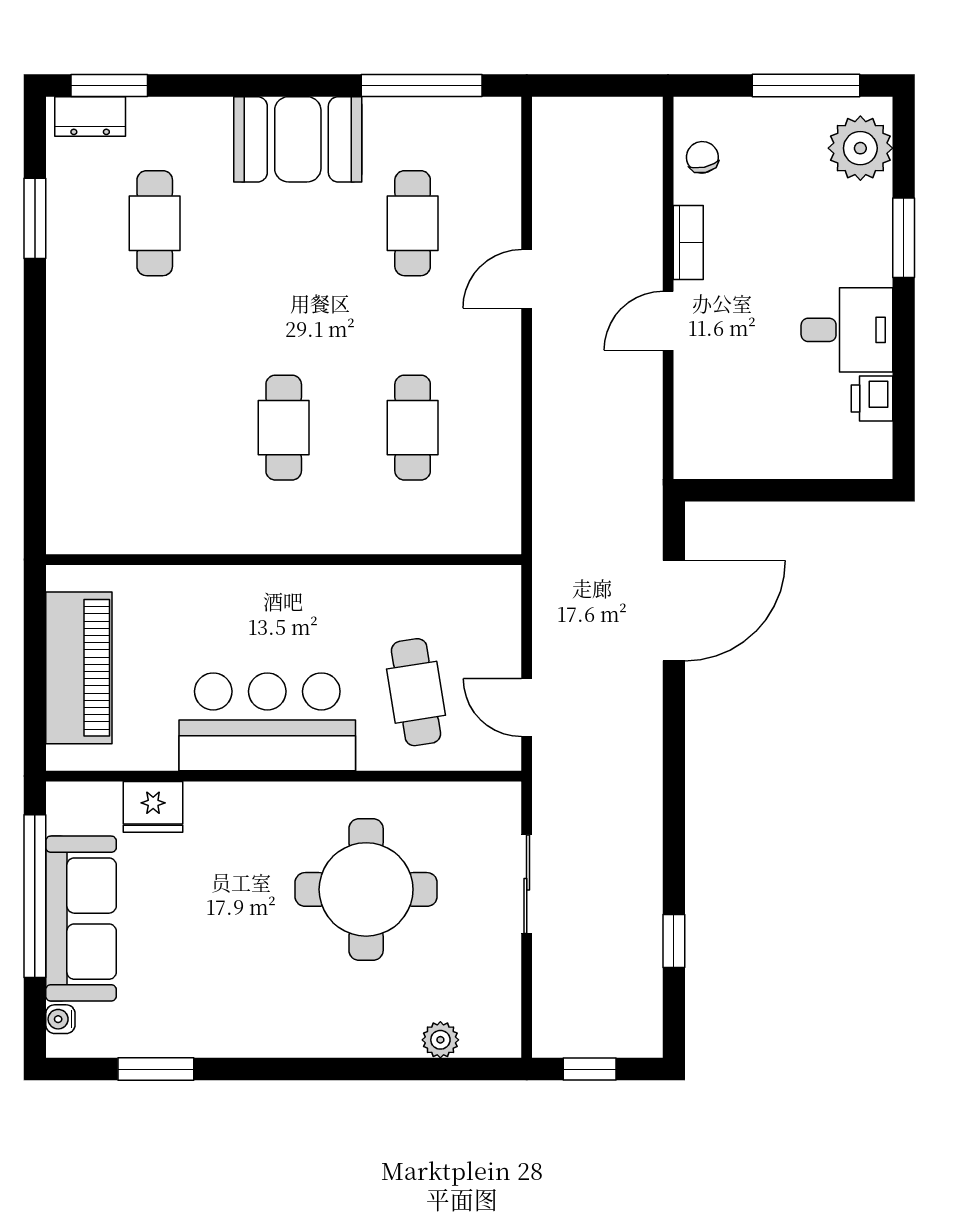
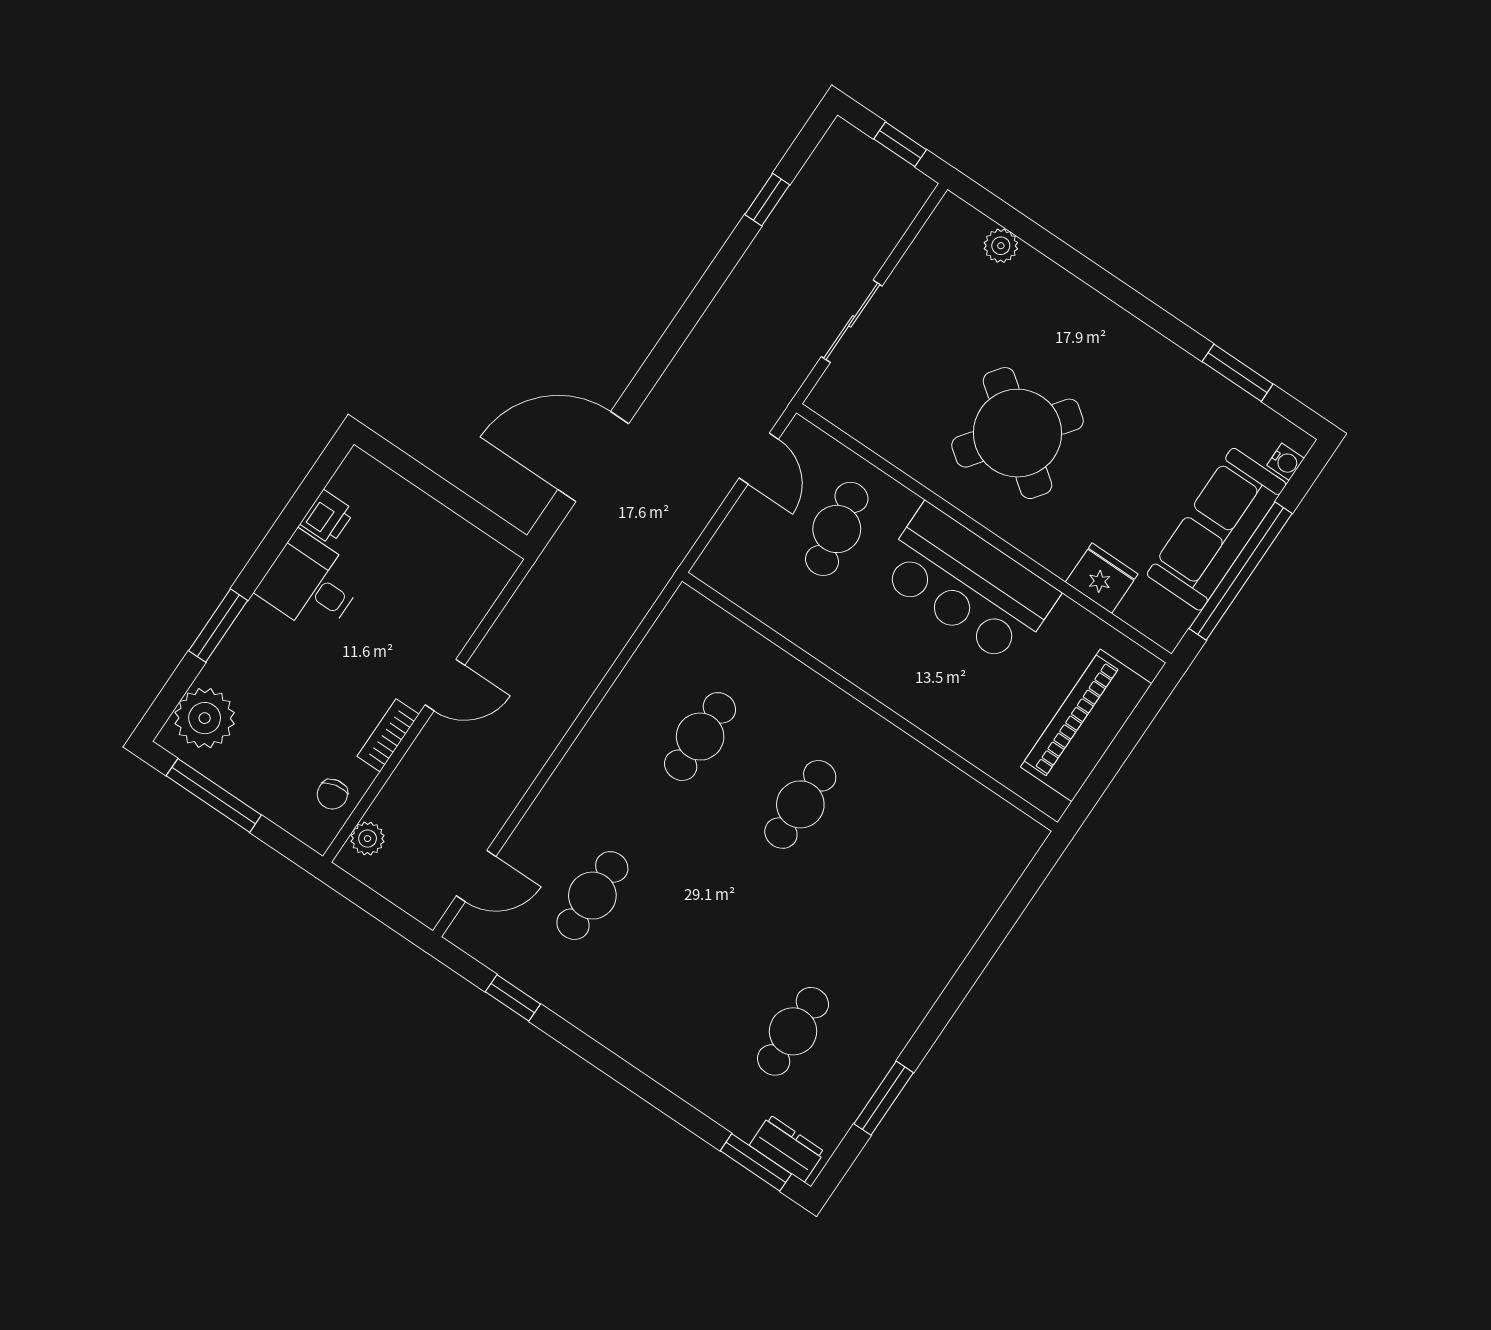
window: (422, 85) -> (513, 998), width x0.46
booth: (298, 139) -> (638, 1021), removed
plant: (645, 139) -> (368, 839), added
door: (527, 279) -> (476, 876), moved
round table: (366, 889) -> (1017, 433), moved, turned 37

